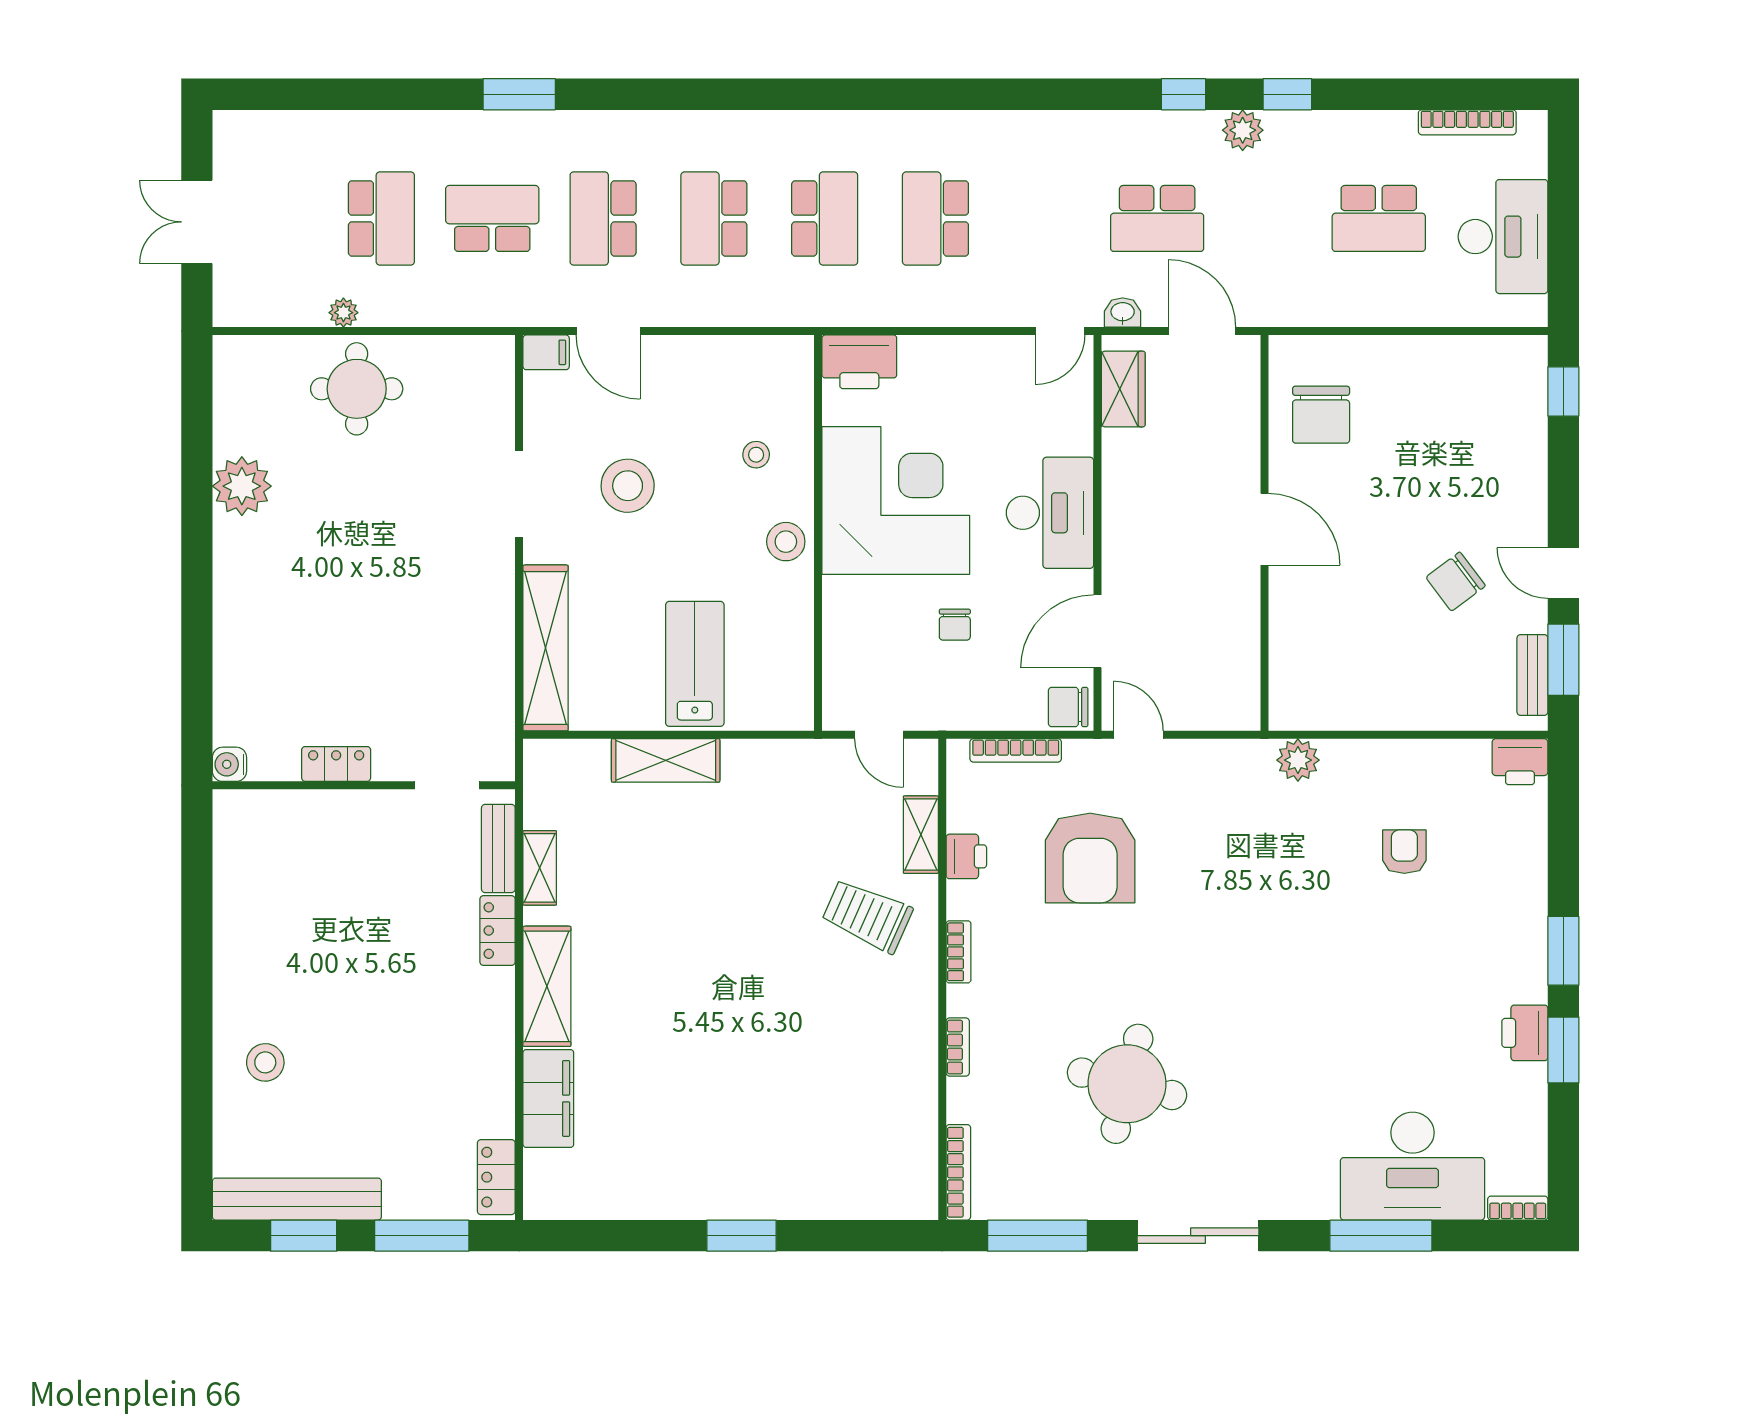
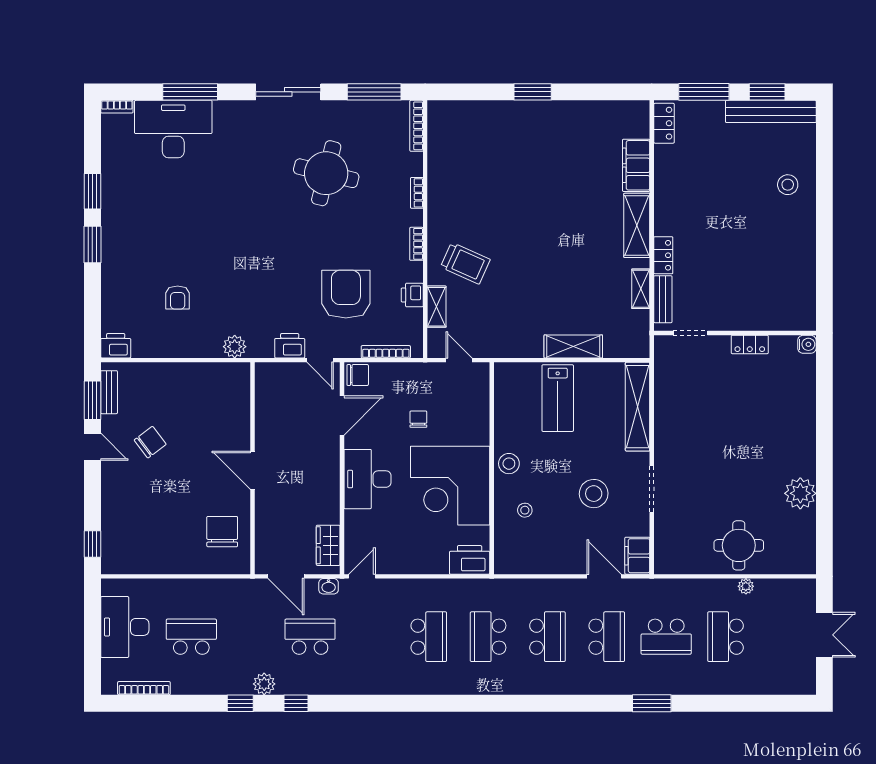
filing cabinet: (546, 352) -> (637, 556), width x2.00
printer: (1525, 1033) -> (290, 346), moved, turned -90

